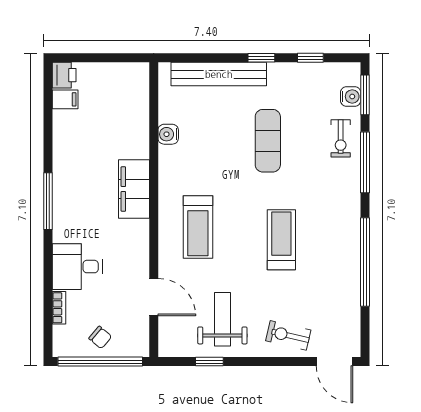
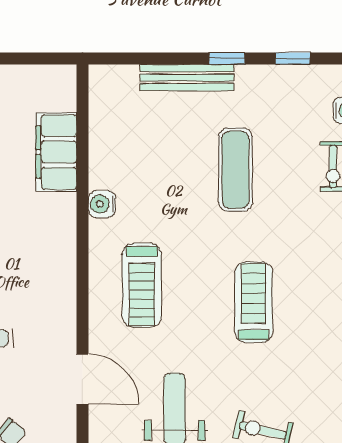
bench: (219, 74) -> (187, 78), width x0.73, depth x0.82
water cooler: (168, 134) -> (102, 204), moved
filing cabinet: (134, 189) -> (56, 152), moved

